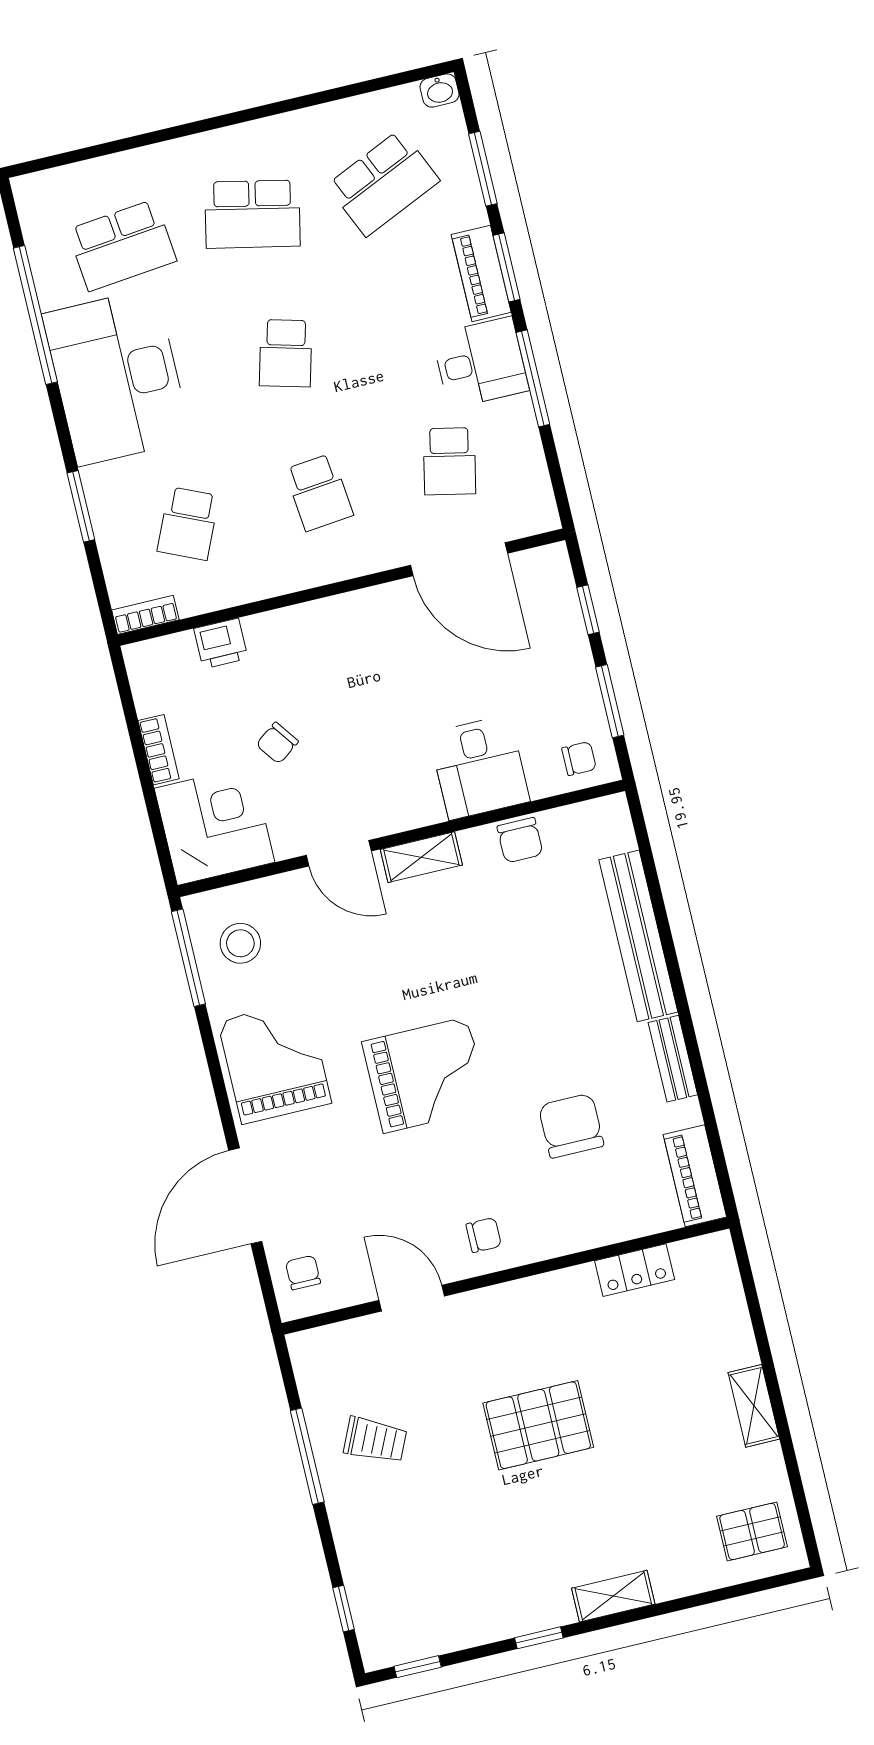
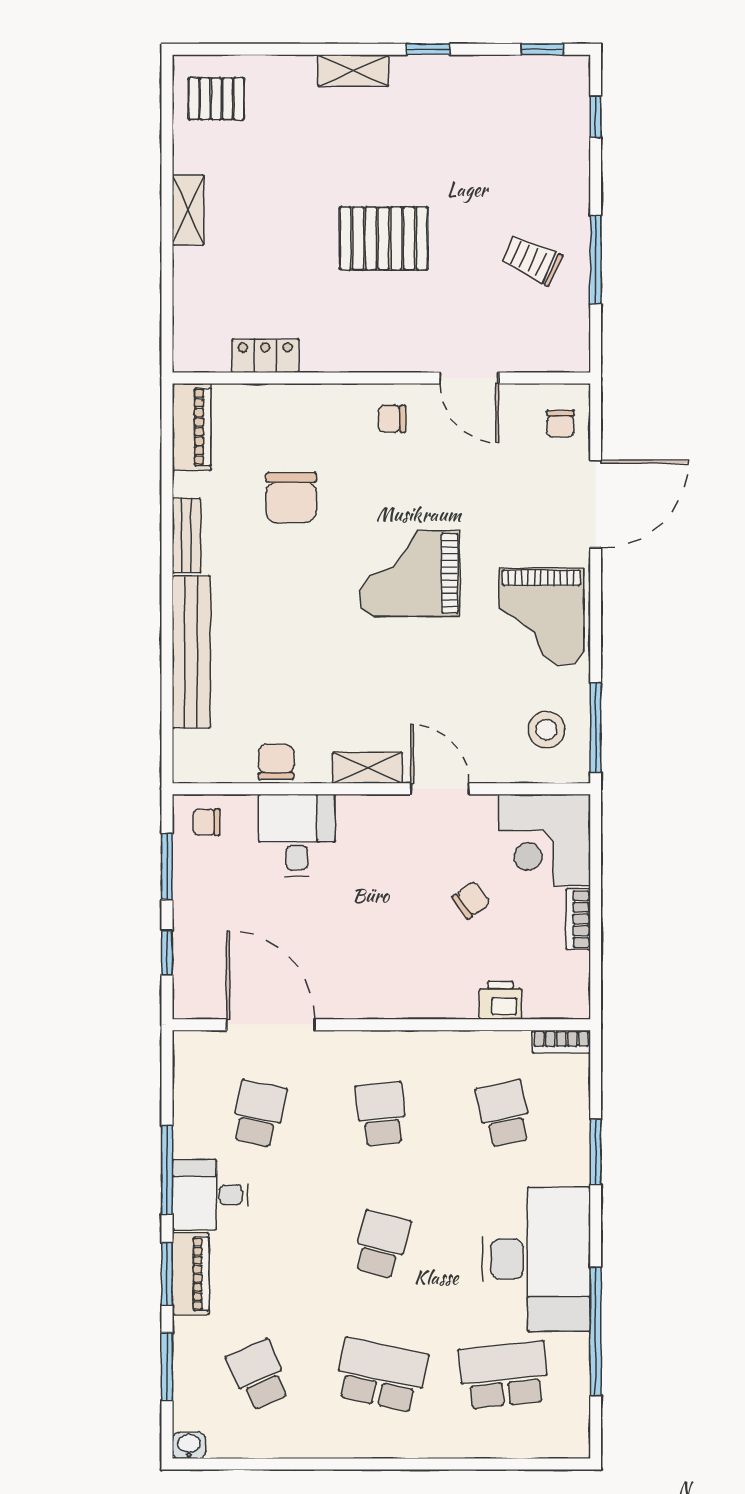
school desk: (383, 183) -> (259, 1375), width x0.54
school desk: (188, 523) -> (504, 1114), turned -36

